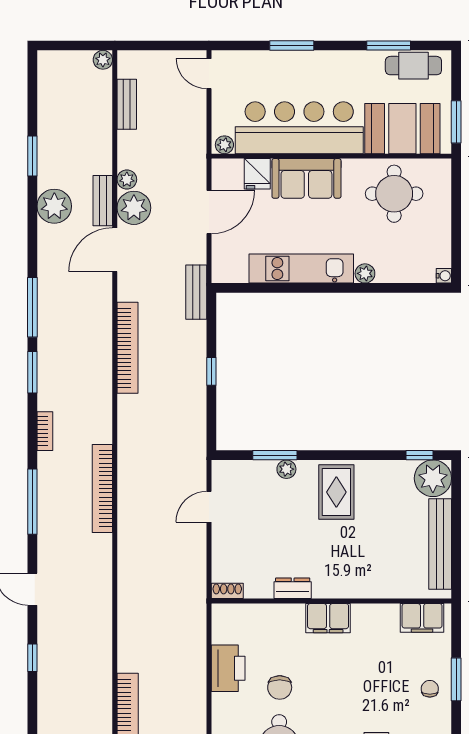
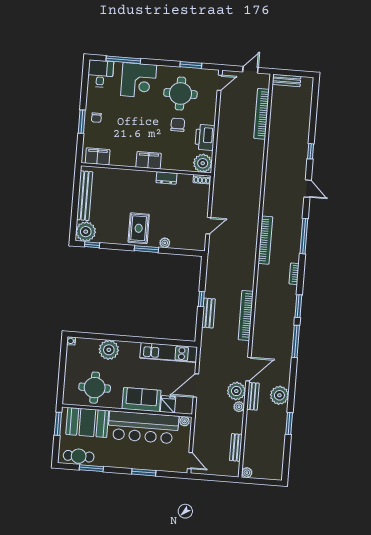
kitchen unit: (301, 269) -> (169, 353), moved
plant: (365, 273) -> (109, 350), width x1.88, depth x1.88
bench: (196, 292) -> (208, 313), moved
window: (275, 455) -> (146, 249), moved
plant: (228, 620) -> (203, 163), added

